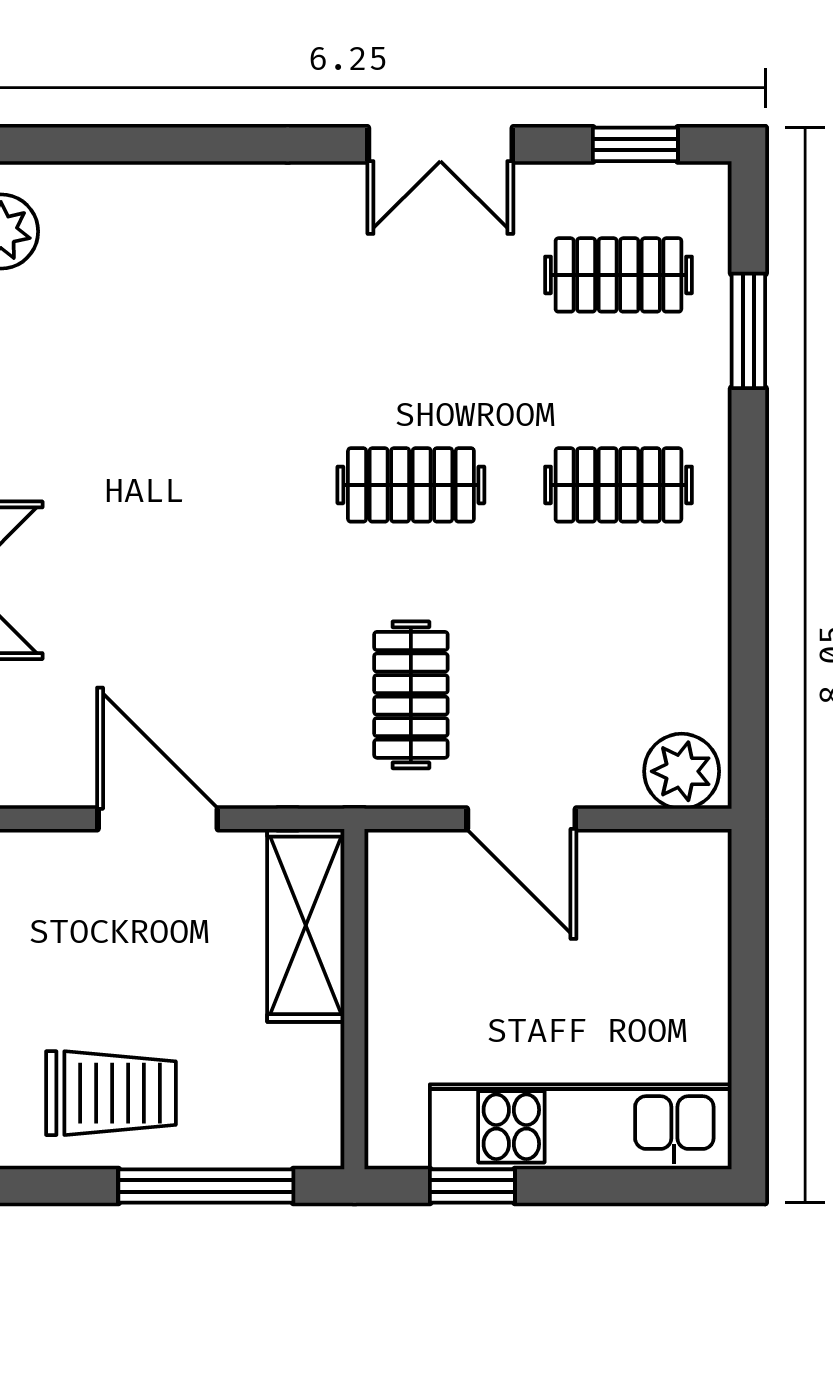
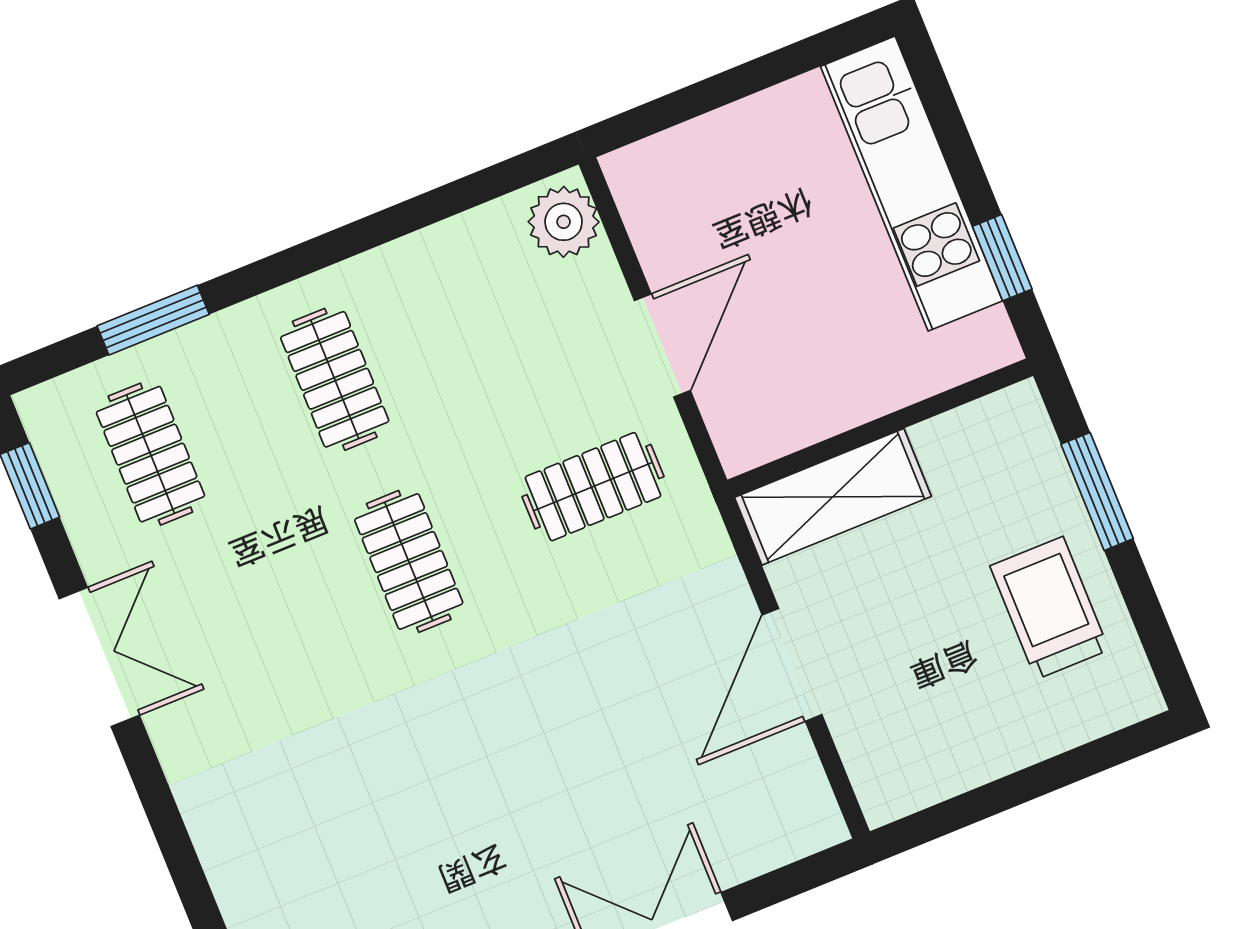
window: (206, 1186) -> (1097, 491), width x0.69

